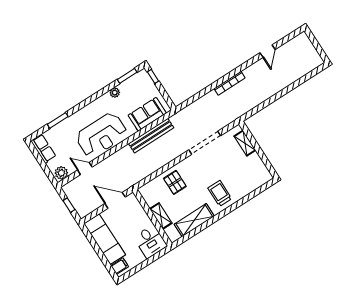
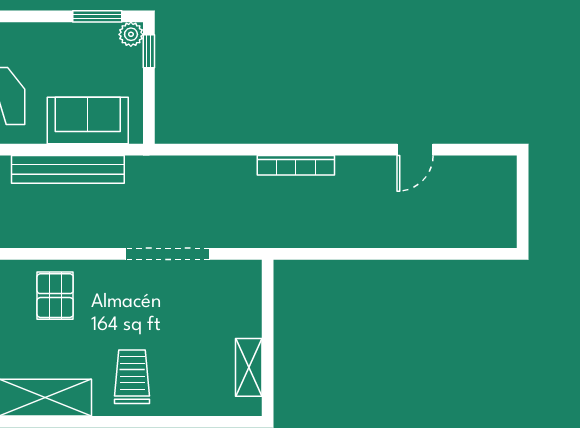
plant: (115, 93) -> (131, 34), moved
shelving: (245, 143) -> (249, 367), moved

